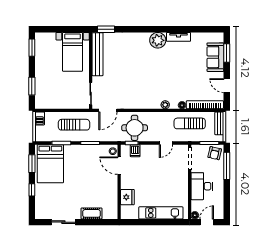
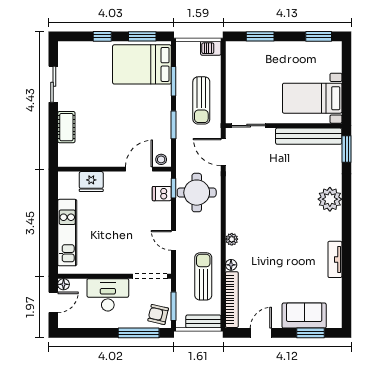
plant: (158, 40) -> (330, 199), moved
door: (207, 222) -> (53, 302), hinge flipped

